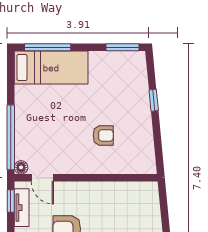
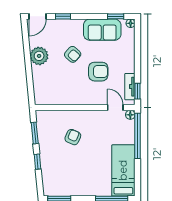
bed: (51, 68) -> (123, 170), moved, turned 90
armchair: (103, 135) -> (73, 137), turned 114
window: (158, 141) -> (35, 133), added

